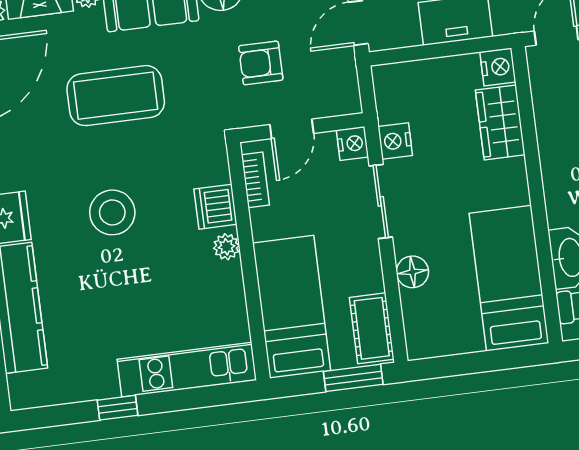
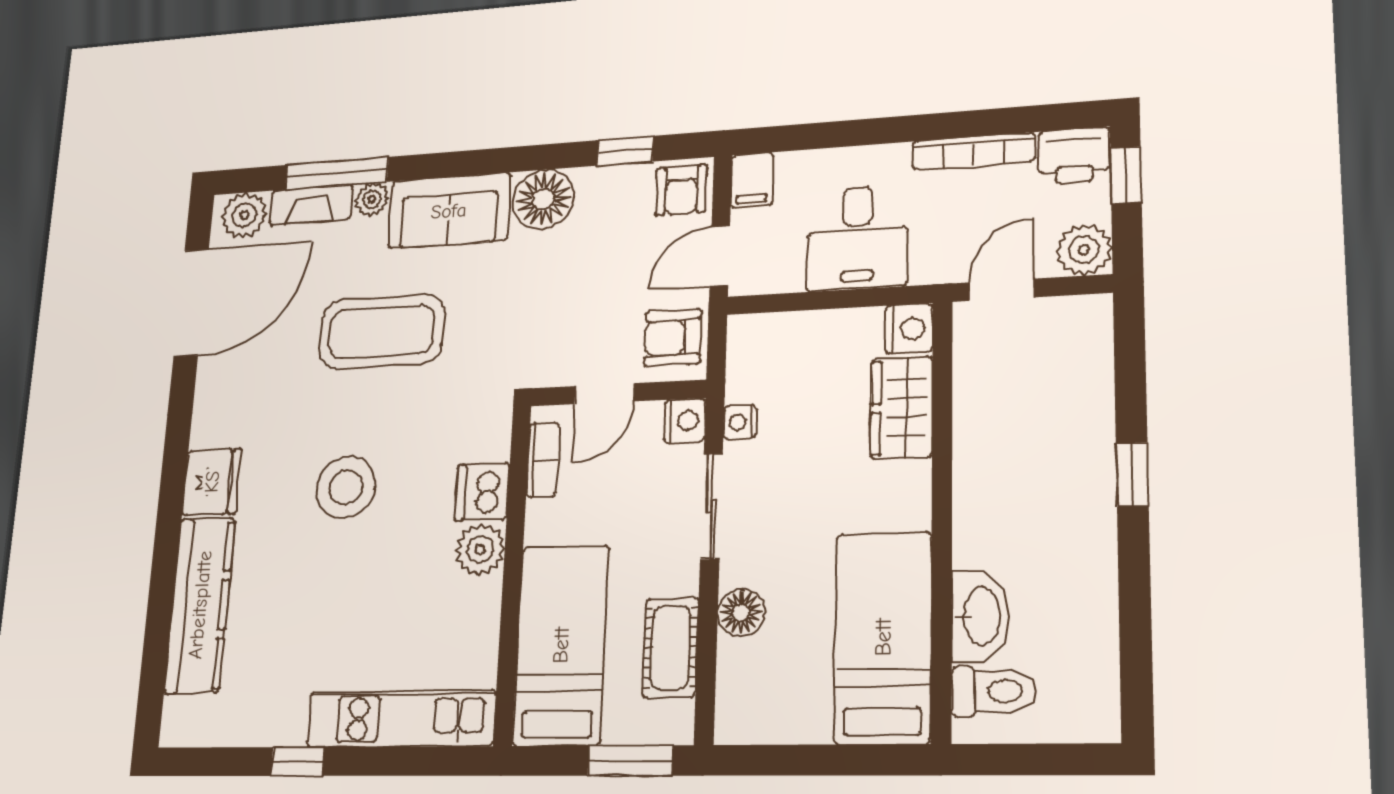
armchair: (261, 63) -> (673, 338), moved
nightstand: (395, 141) -> (740, 422), width x0.72, depth x0.74
plant: (226, 247) -> (480, 550), width x1.38, depth x1.38
cot: (372, 328) -> (671, 648), moved

